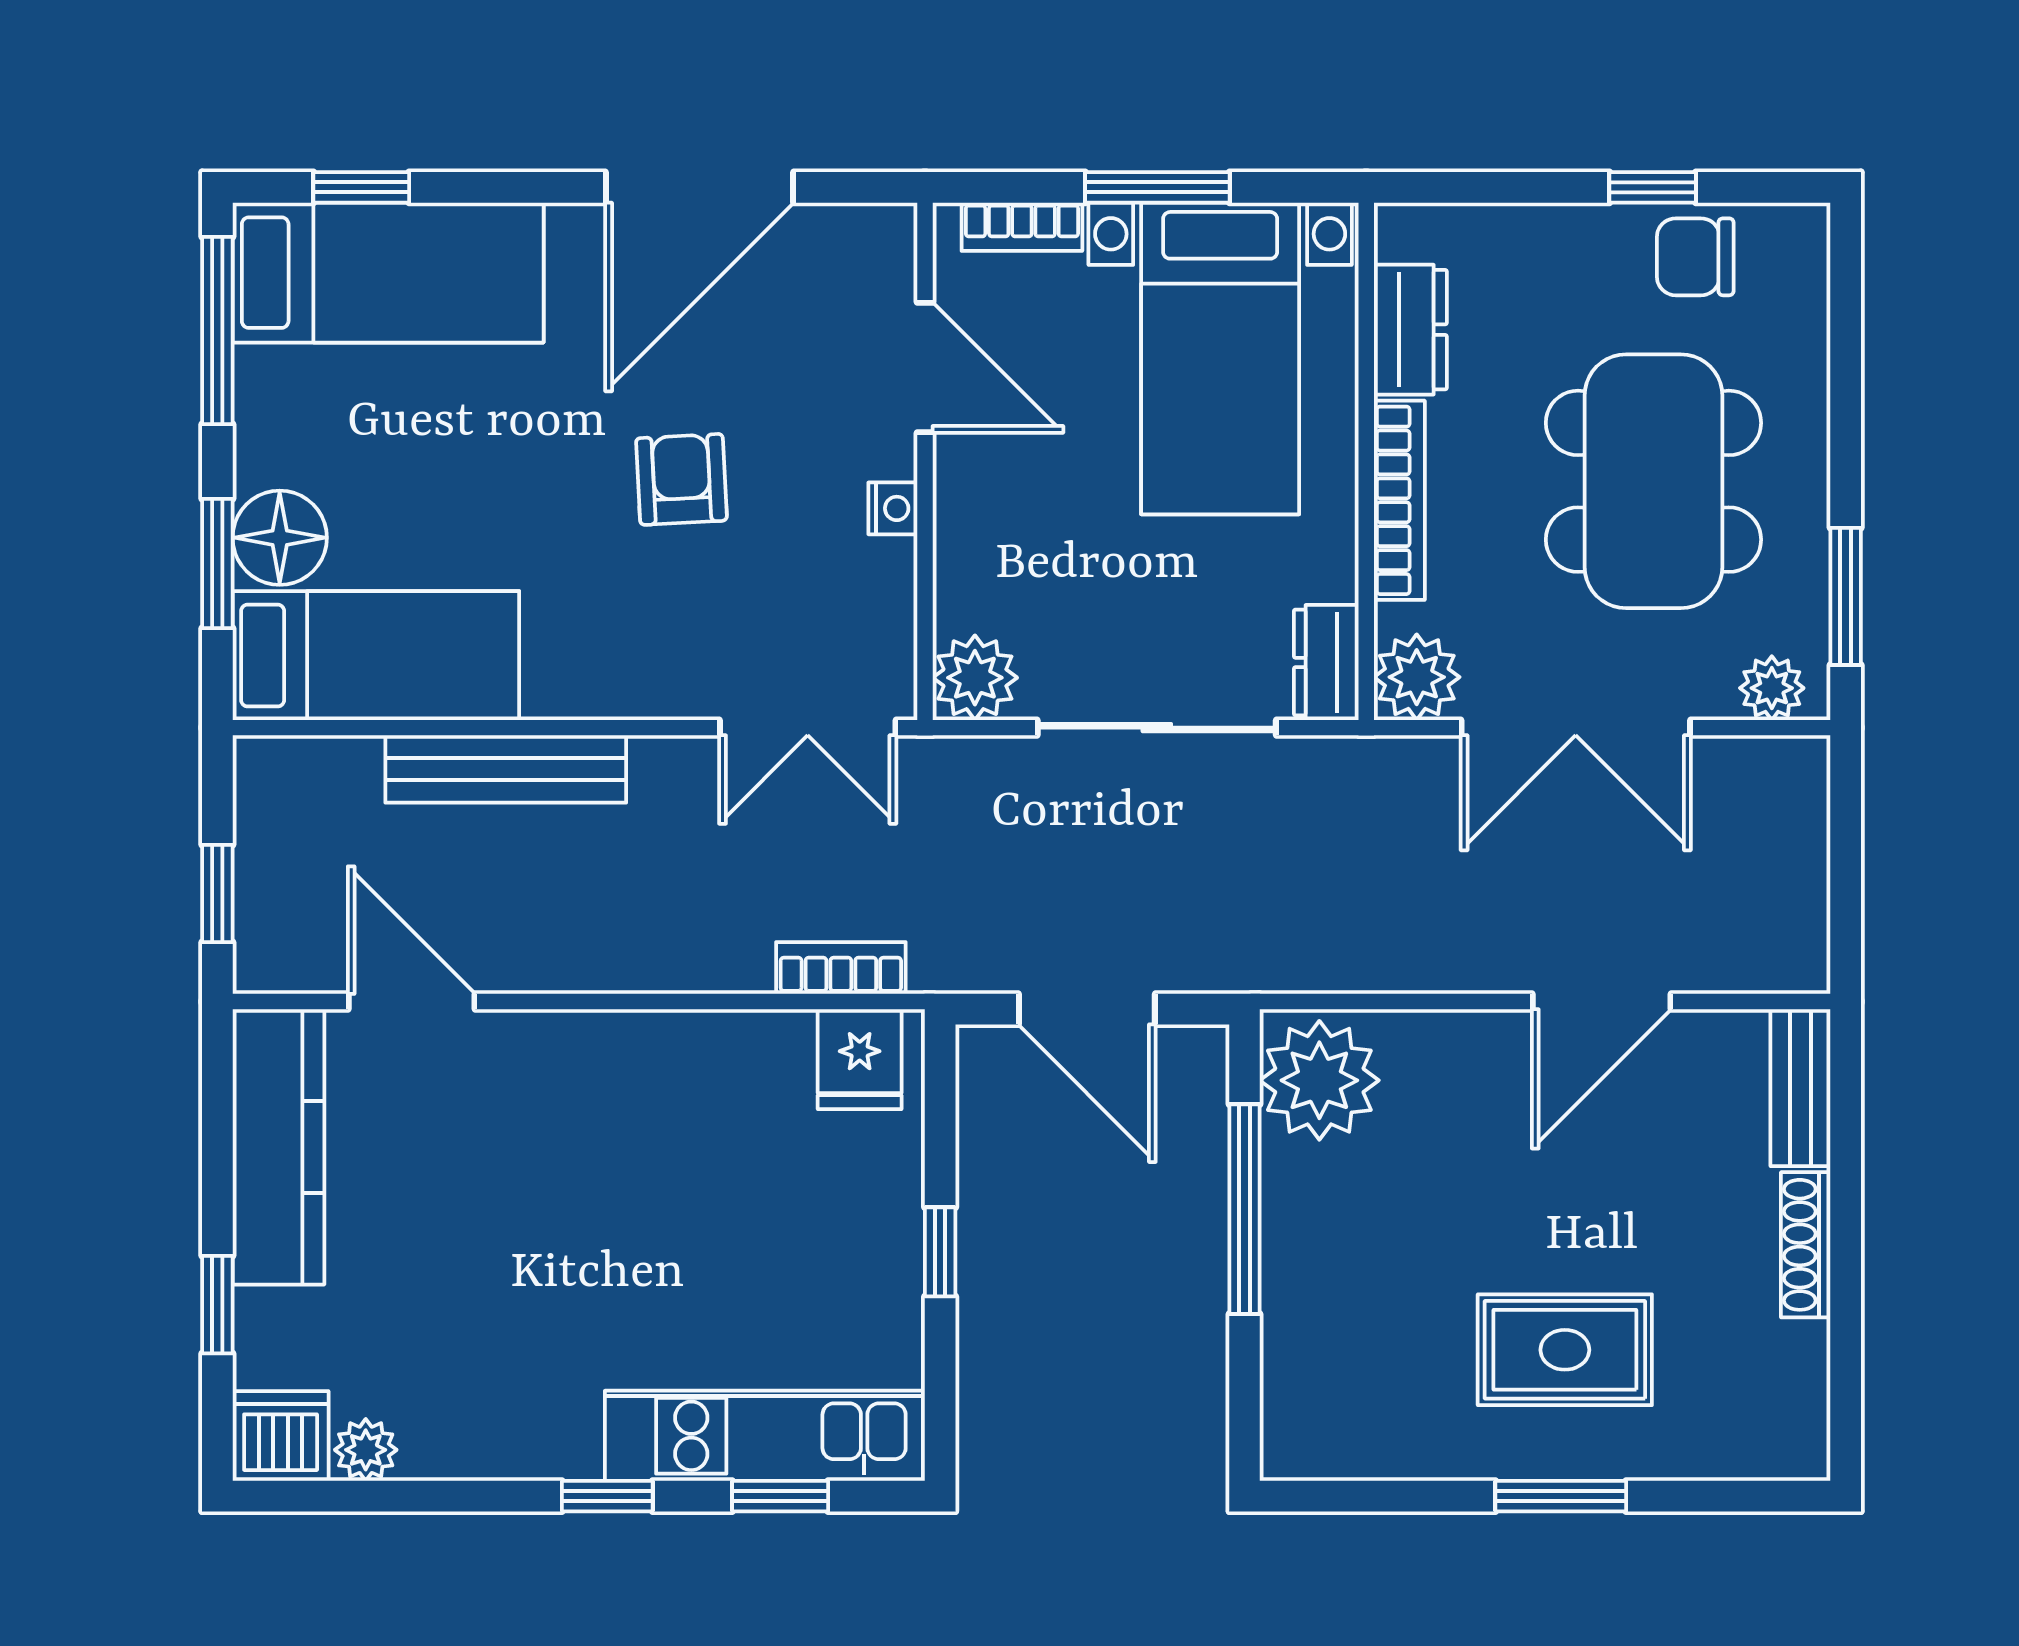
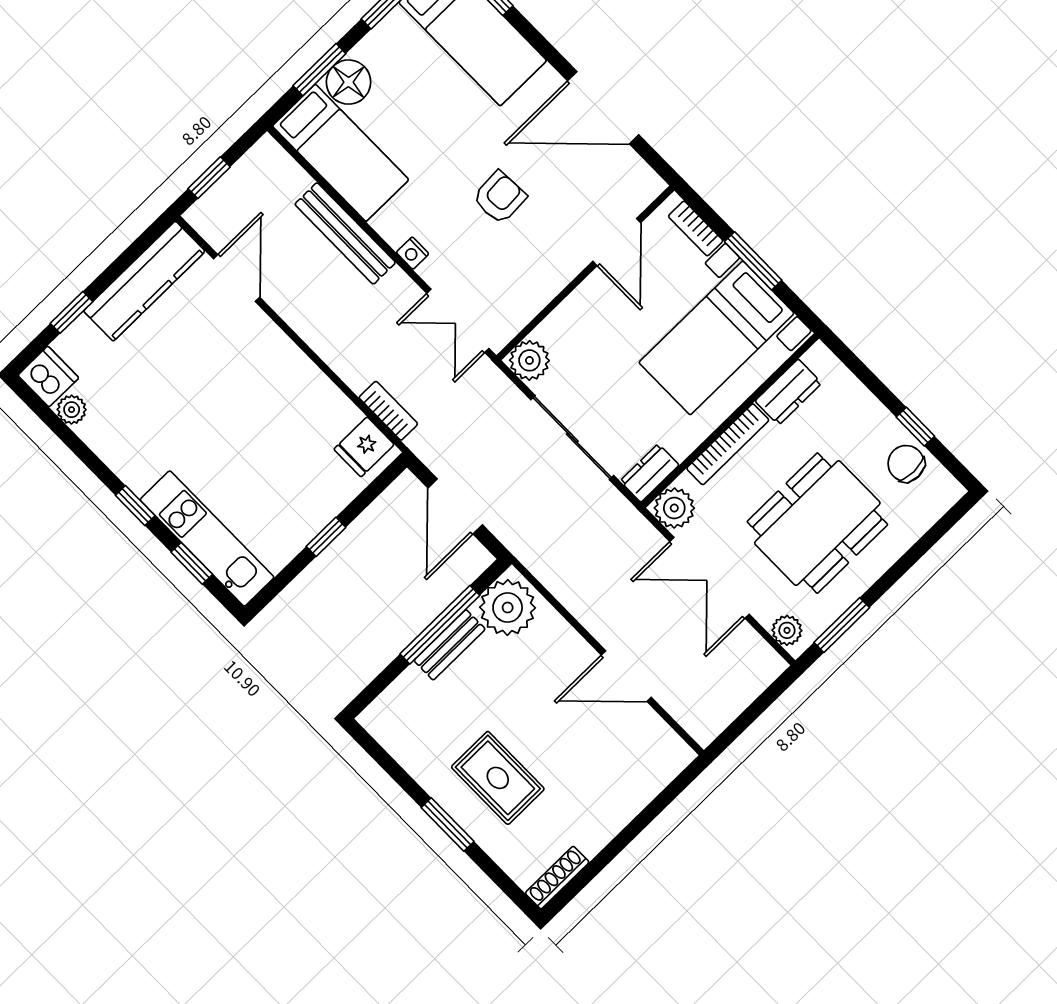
nightstand: (893, 508) -> (413, 253), moved, turned 90
bench: (1800, 1088) -> (450, 645), moved
shoe rack: (1806, 1245) -> (557, 878), moved

